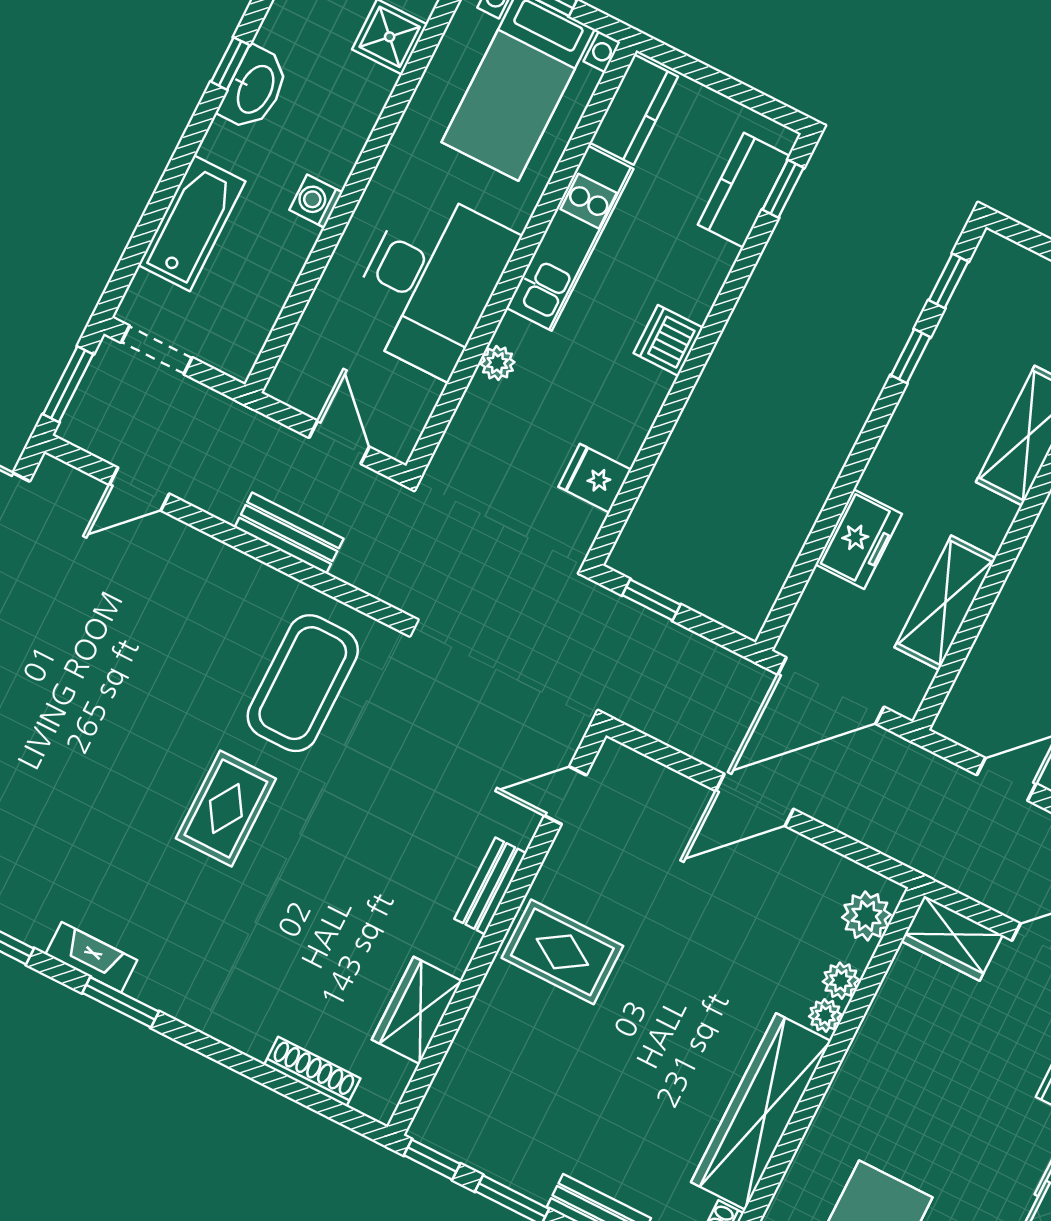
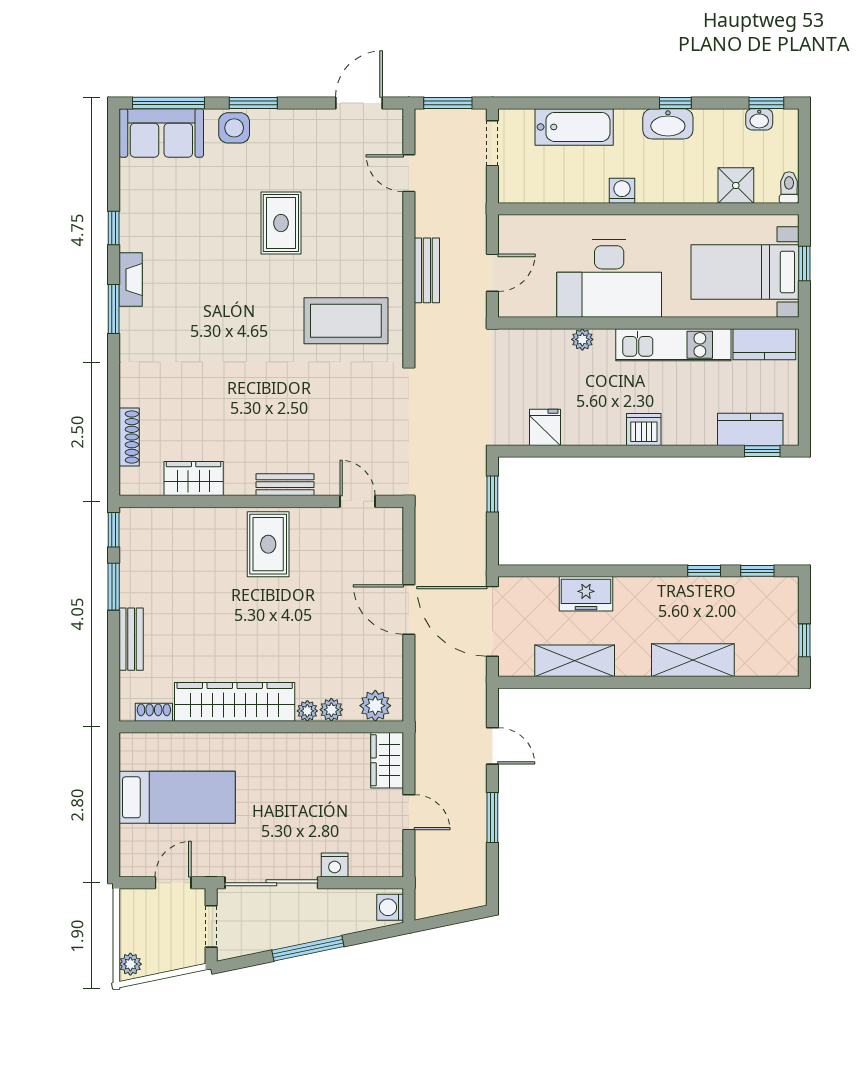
rug: (226, 808) -> (281, 223), moved, turned 90

